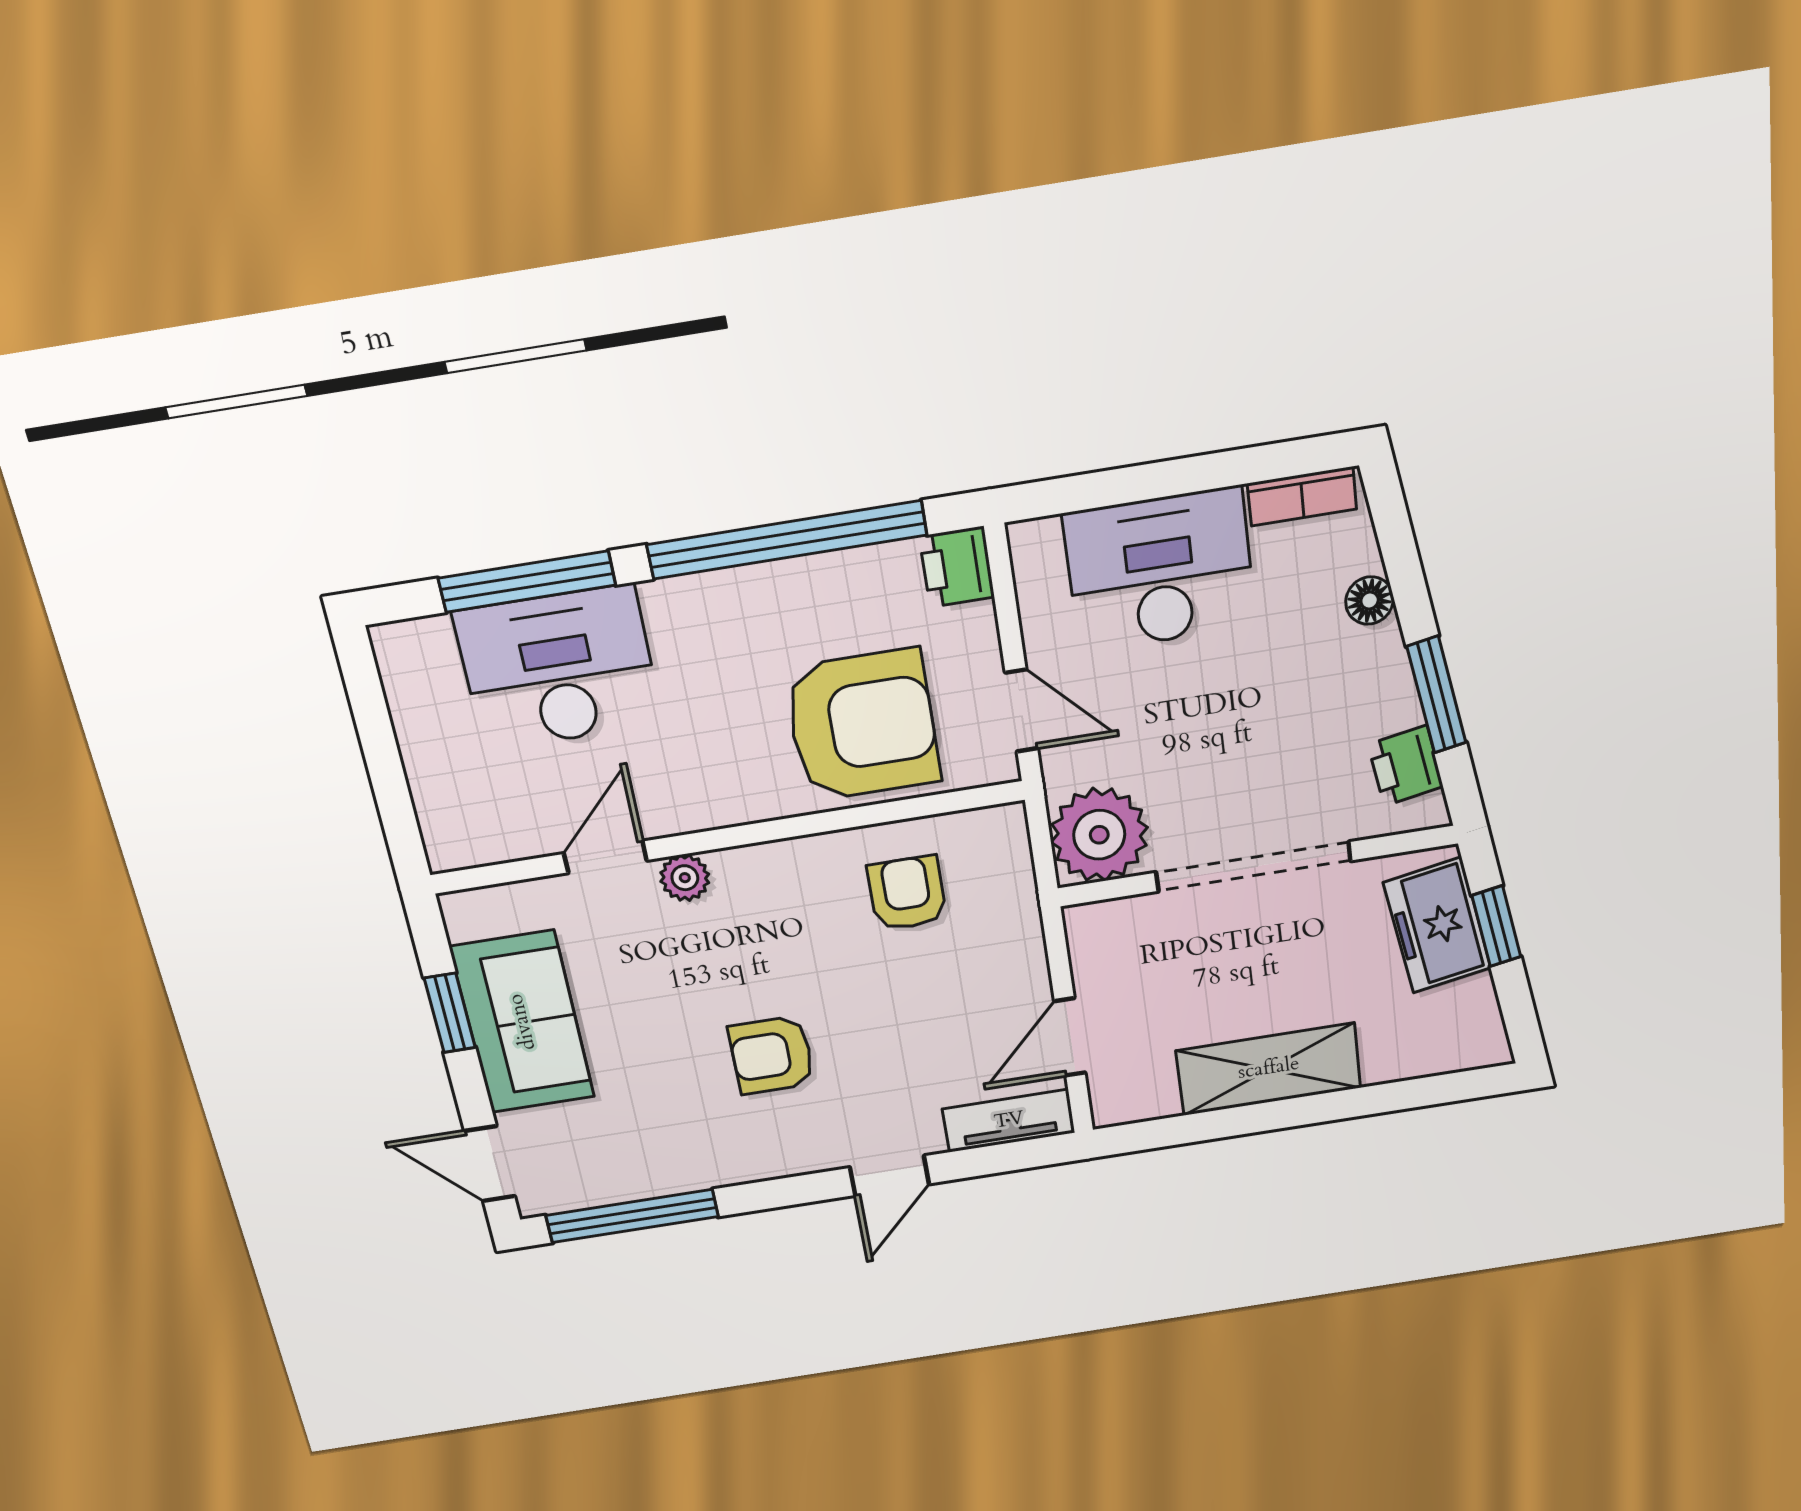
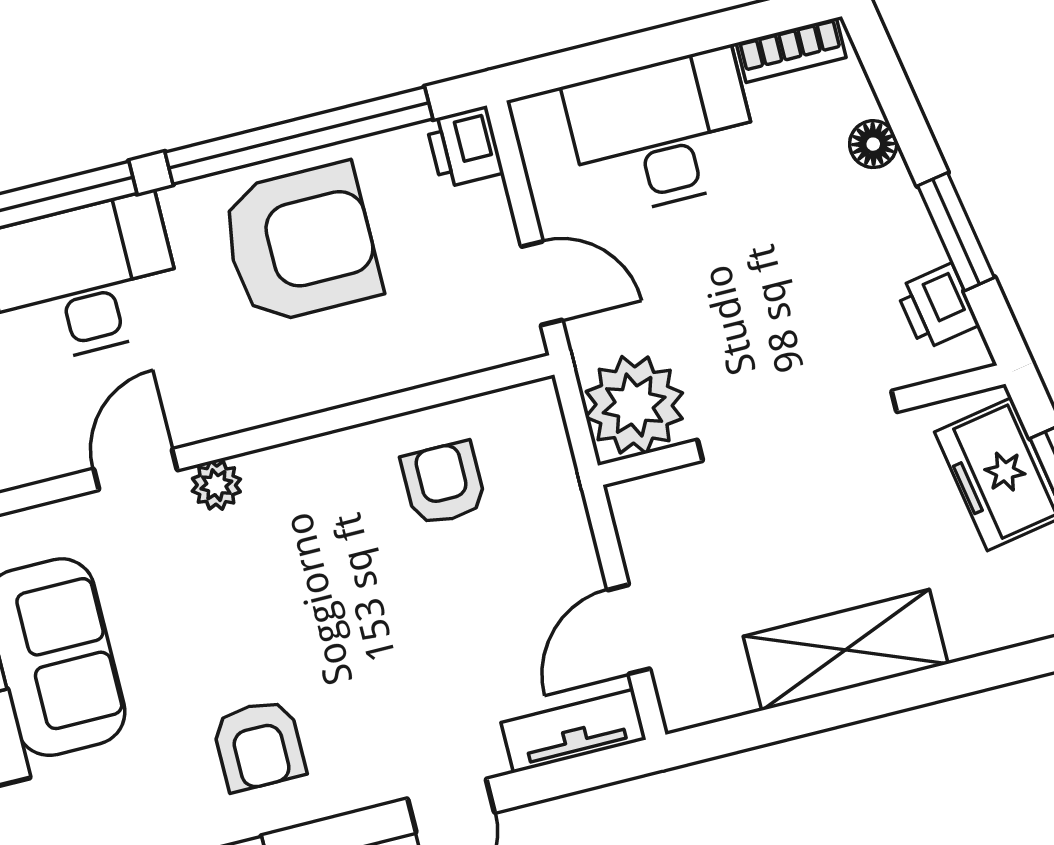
armchair: (862, 725) -> (301, 243), moved
armchair: (772, 1055) -> (259, 745), moved, turned -90

